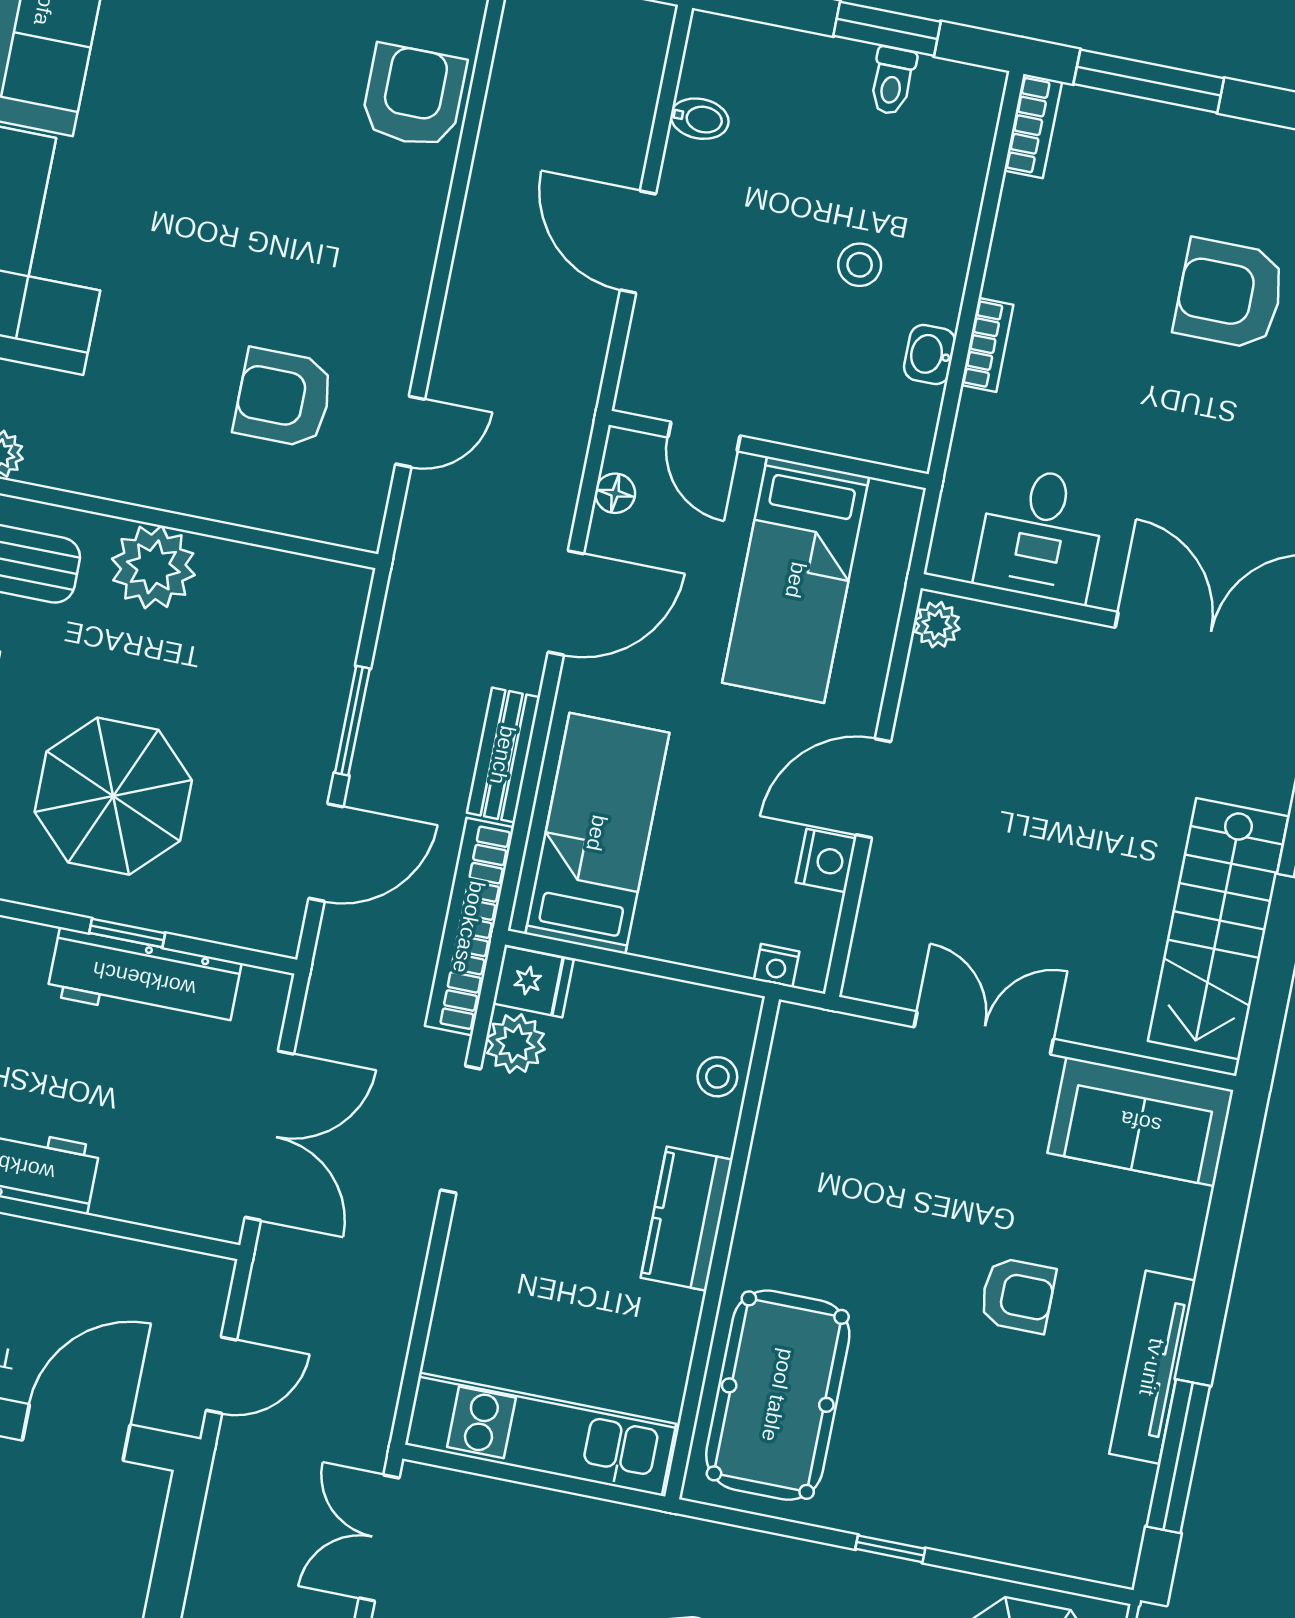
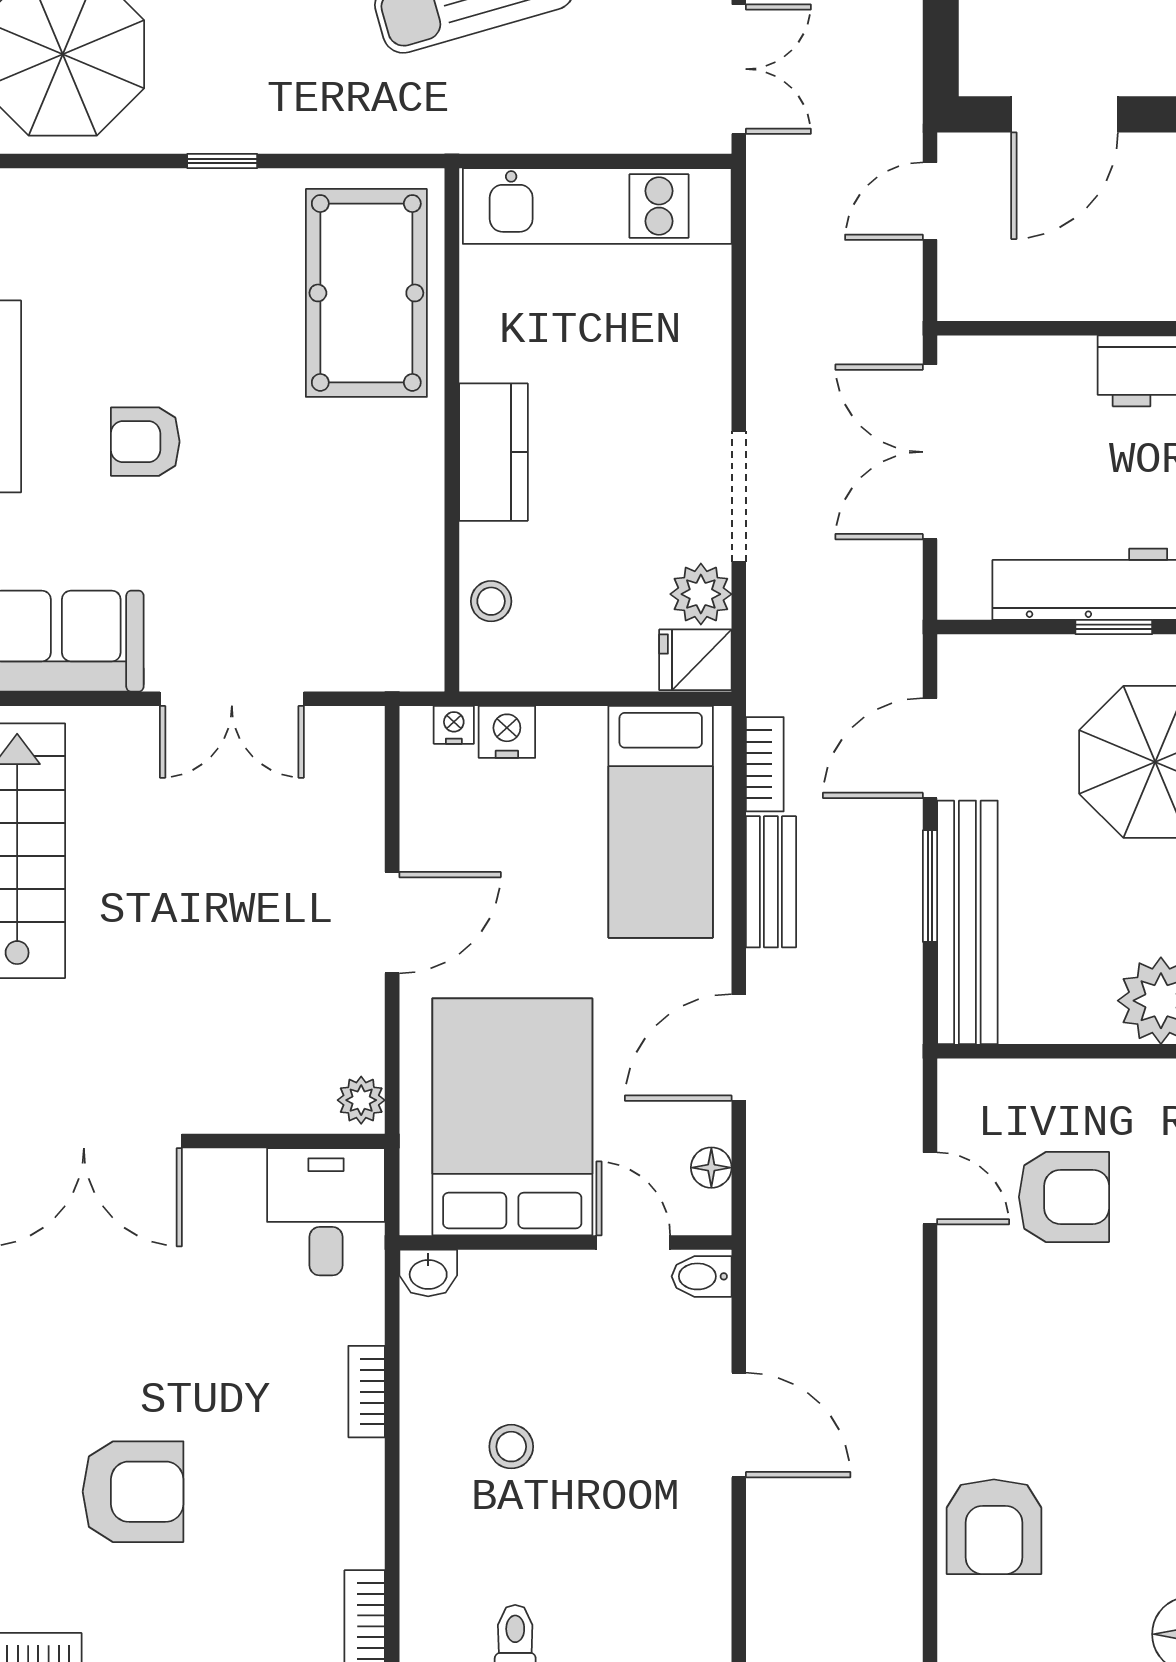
bidet: (700, 119) -> (702, 1276), moved
washbasin: (930, 355) -> (428, 1273), moved, turned 90
door: (410, 432) -> (930, 1188), swing flipped
desk: (1041, 534) -> (326, 1212), moved
bed: (796, 580) -> (512, 1117), width x1.50
bench: (323, 679) -> (967, 922), added
nightstand: (826, 861) -> (507, 732), moved, turned 90
bookcase: (469, 927) -> (765, 764), width x0.43, depth x0.76

